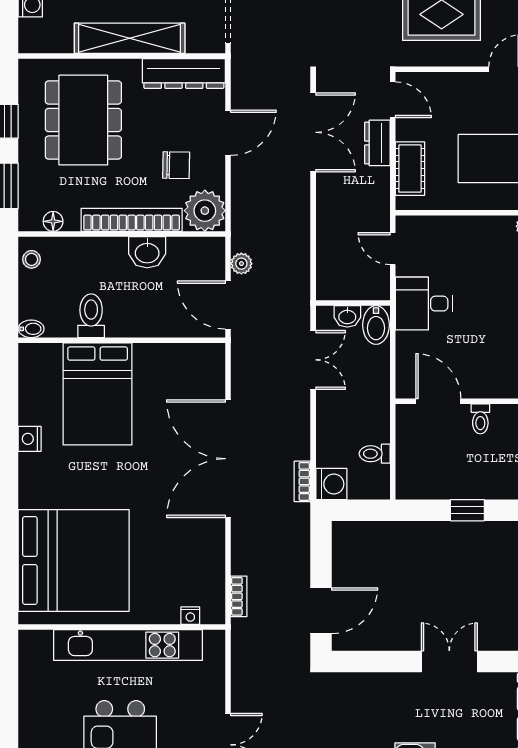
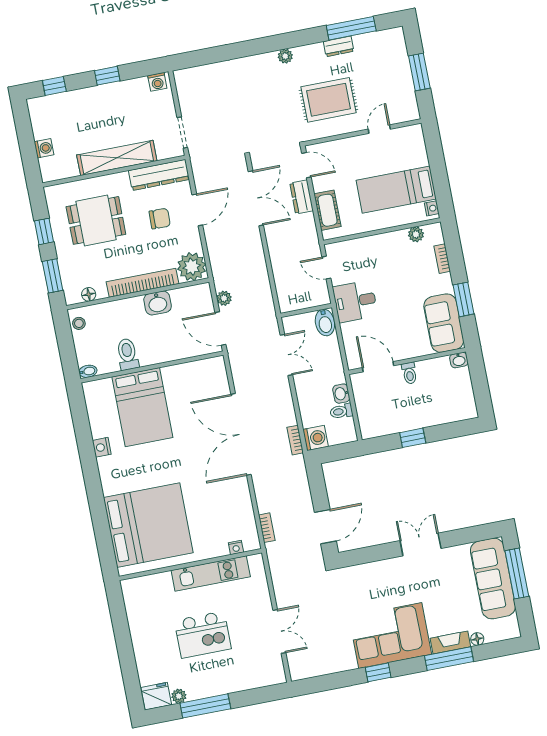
dining table: (83, 120) -> (96, 220), width x0.73
chair: (176, 165) -> (160, 219), moved
washbasin: (347, 316) -> (341, 394), moved, turned 90
kitchen unit: (128, 645) -> (211, 574), width x0.73

